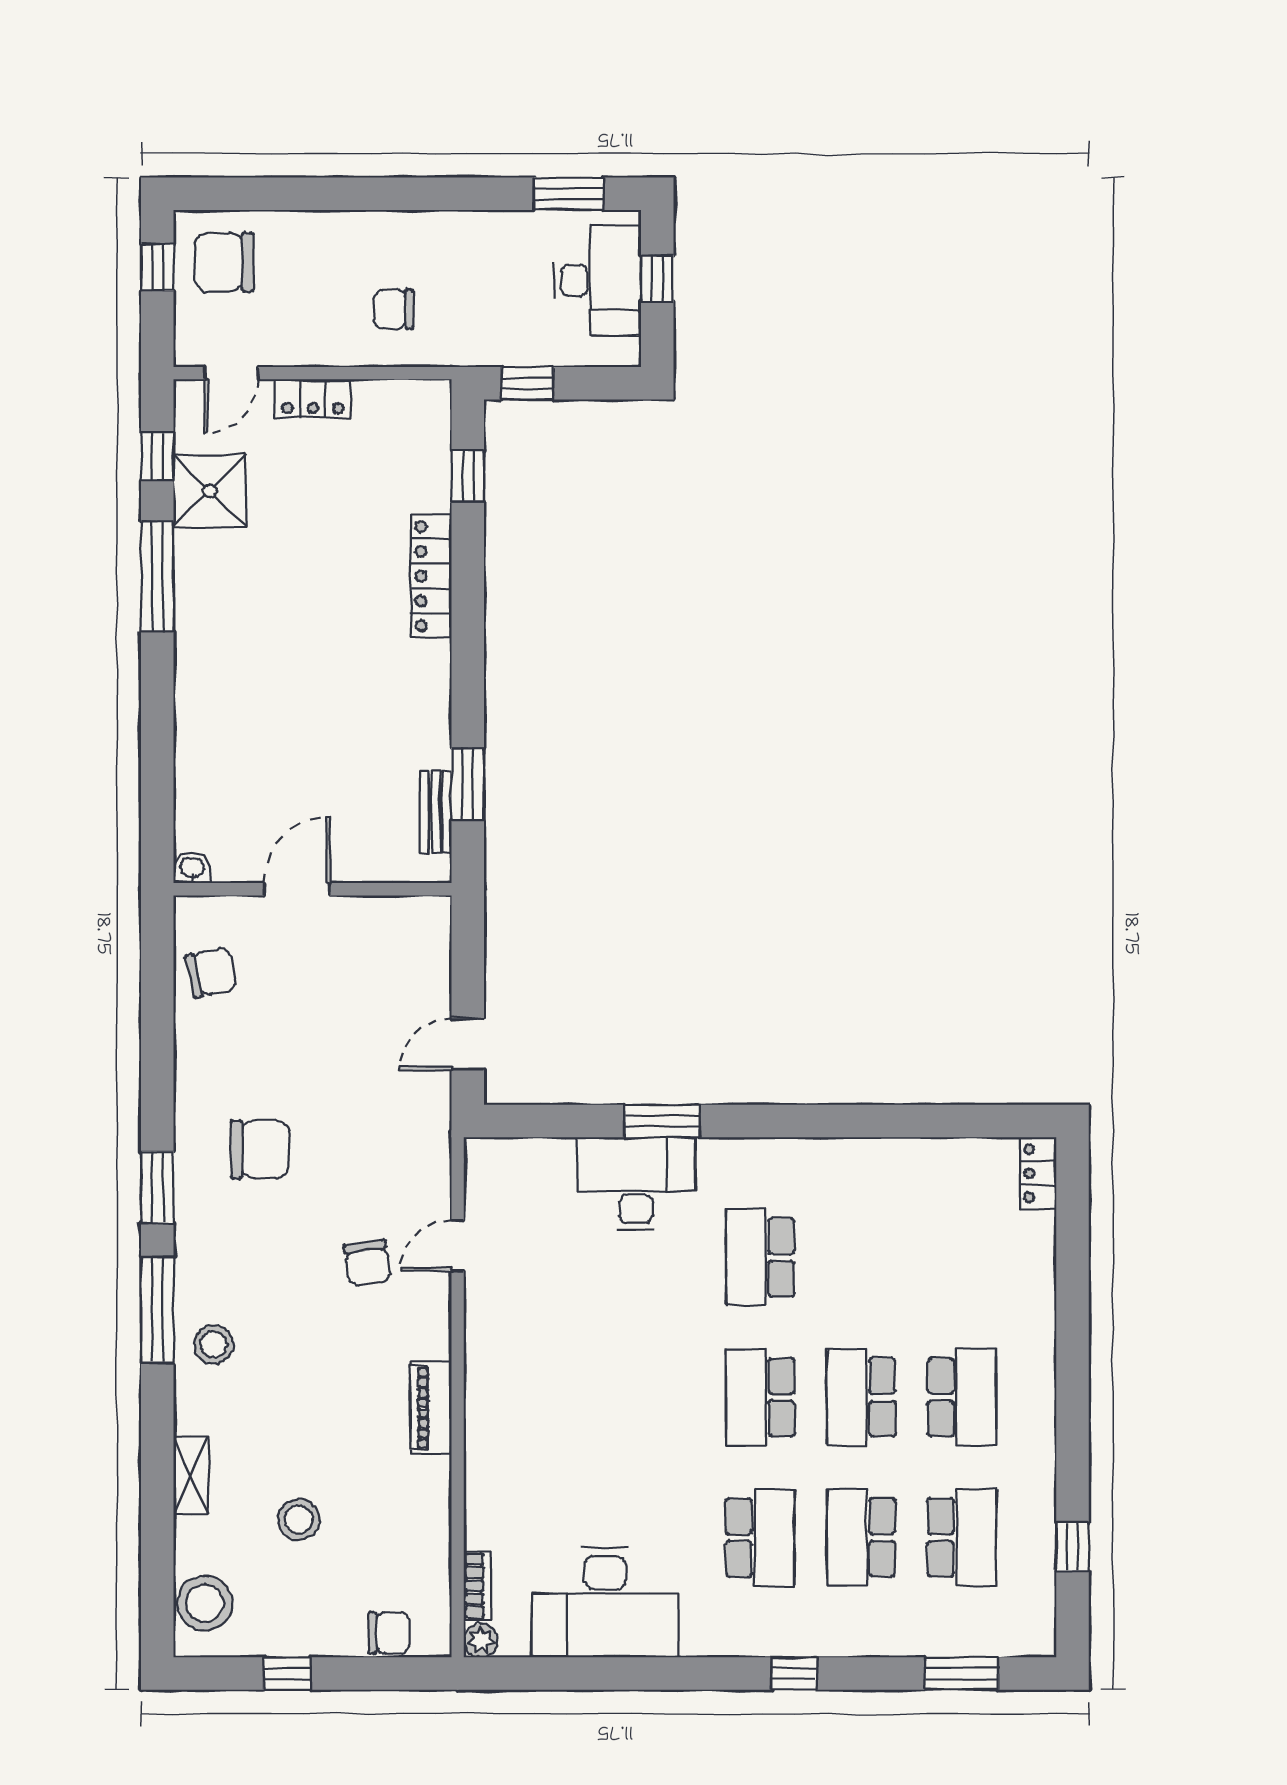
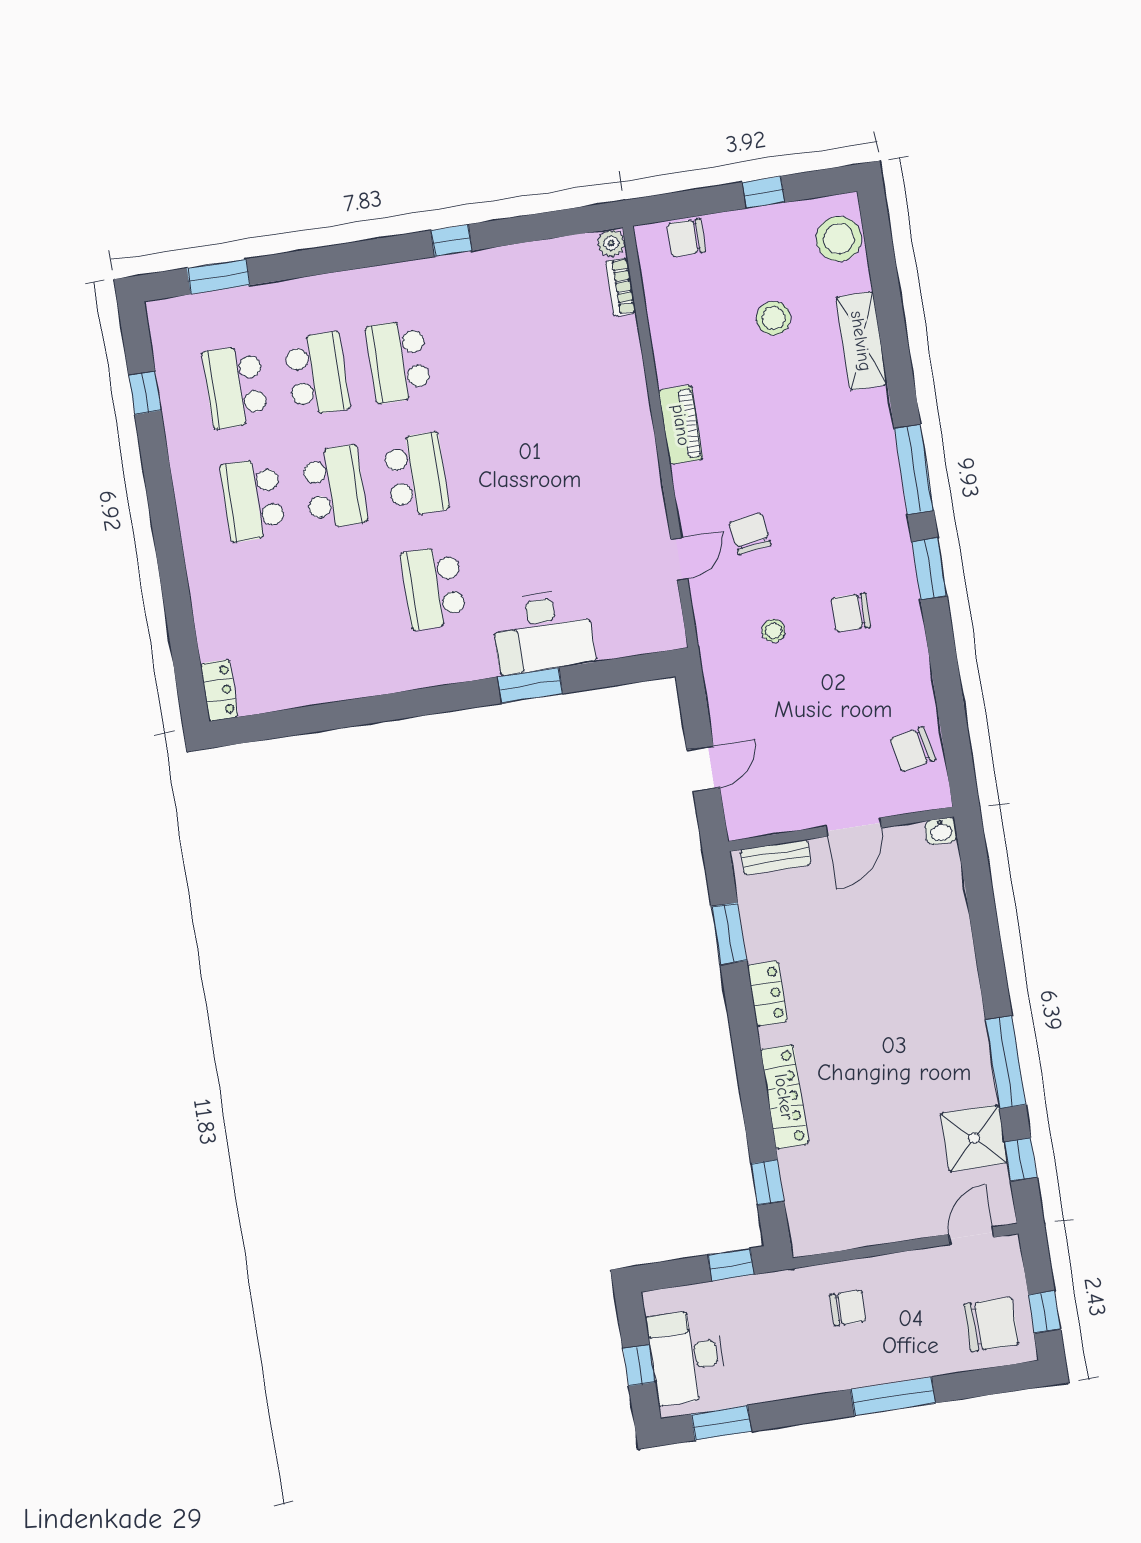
window: (356, 194) -> (893, 1396), added
locker: (313, 398) -> (767, 994), moved, turned 90
bench: (436, 812) -> (776, 857), moved, turned 90
door: (468, 1044) -> (703, 769), moved
chair: (260, 1149) -> (851, 612), width x0.73, depth x0.73
school desk: (760, 1257) -> (434, 588), turned 180
stool: (213, 1345) -> (773, 631), moved, width x0.73, depth x0.73
shelving: (191, 1475) -> (861, 341), width x1.50, depth x1.33
desk: (605, 1602) -> (515, 289), removed
window: (794, 1673) -> (452, 241), moved

